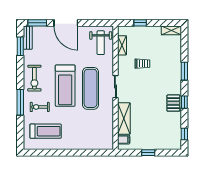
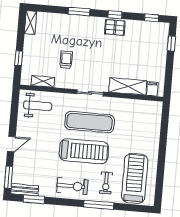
door: (66, 23) -> (11, 144), width x0.53
treadmill: (46, 131) -> (135, 178), width x1.37, depth x1.38
window: (148, 153) -> (171, 43), moved

